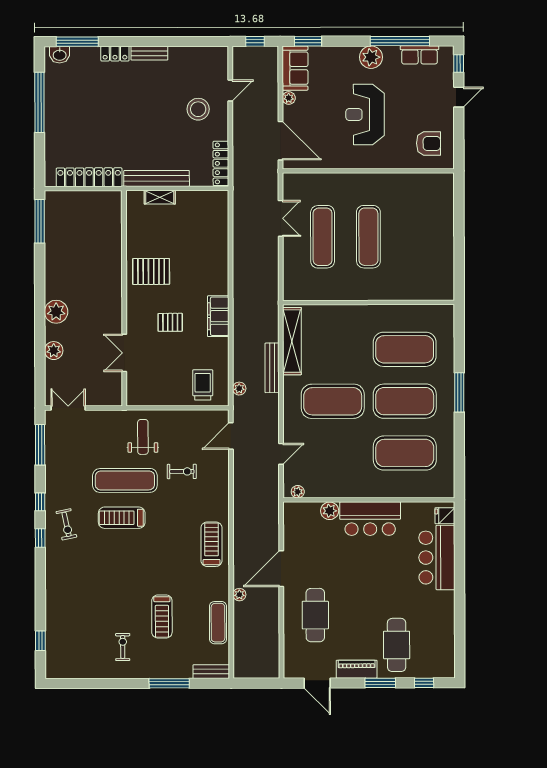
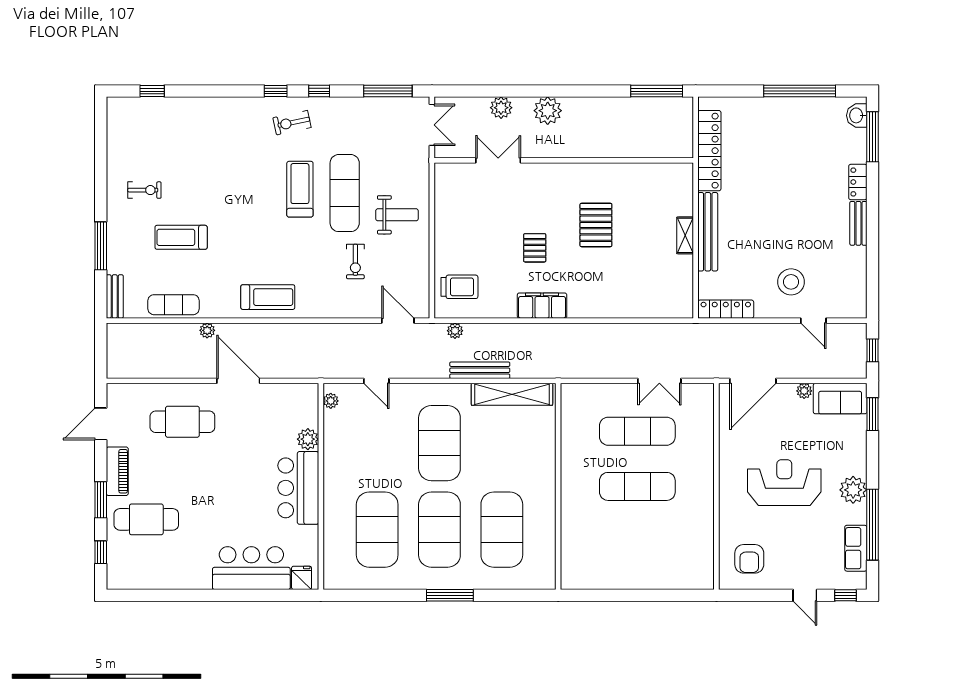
wall: (124, 298) -> (564, 160), moved
double door: (124, 353) -> (498, 160), moved

